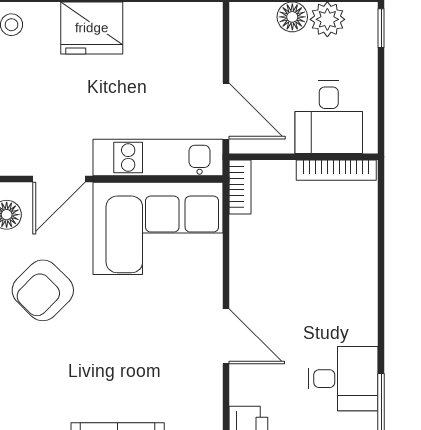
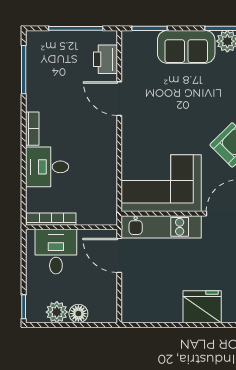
bookcase: (240, 187) -> (32, 129), moved, turned 180
door: (226, 336) -> (119, 99), moved
desk: (343, 379) -> (47, 167), moved

